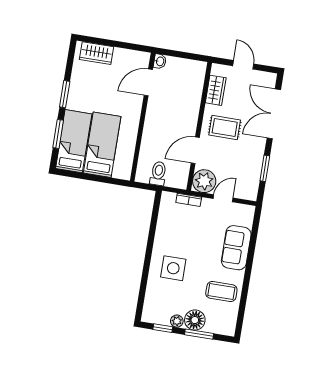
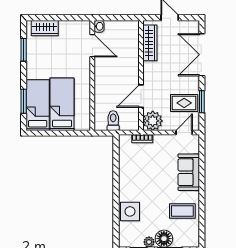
door: (148, 82) -> (92, 46), swing flipped
wardrobe: (216, 90) -> (150, 43), width x1.50
window: (65, 94) -> (24, 50), moved
rug: (225, 128) -> (184, 103), moved
door: (223, 198) -> (184, 133), moved
side table: (173, 268) -> (130, 211), moved

